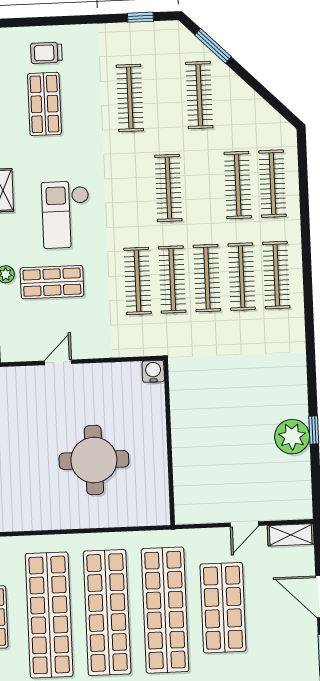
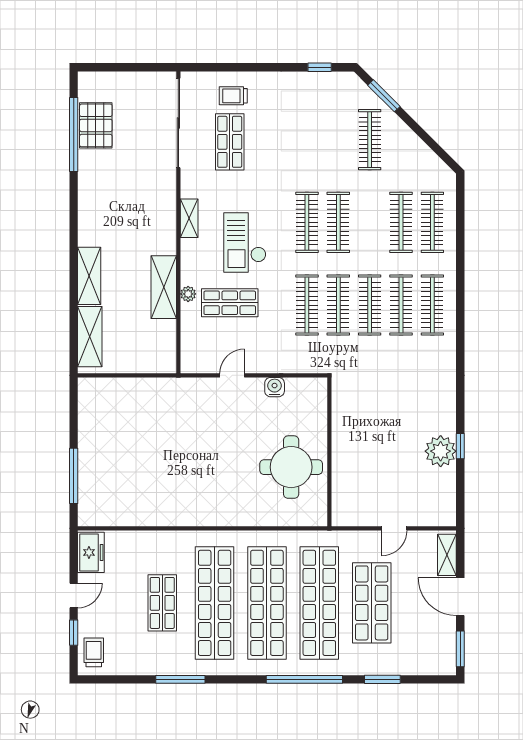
clothes rail: (130, 98) -> (307, 222), moved
water cooler: (153, 371) -> (275, 387), moved
round table: (94, 460) -> (291, 467), moved
shelving: (291, 535) -> (447, 555), moved, turned 90

